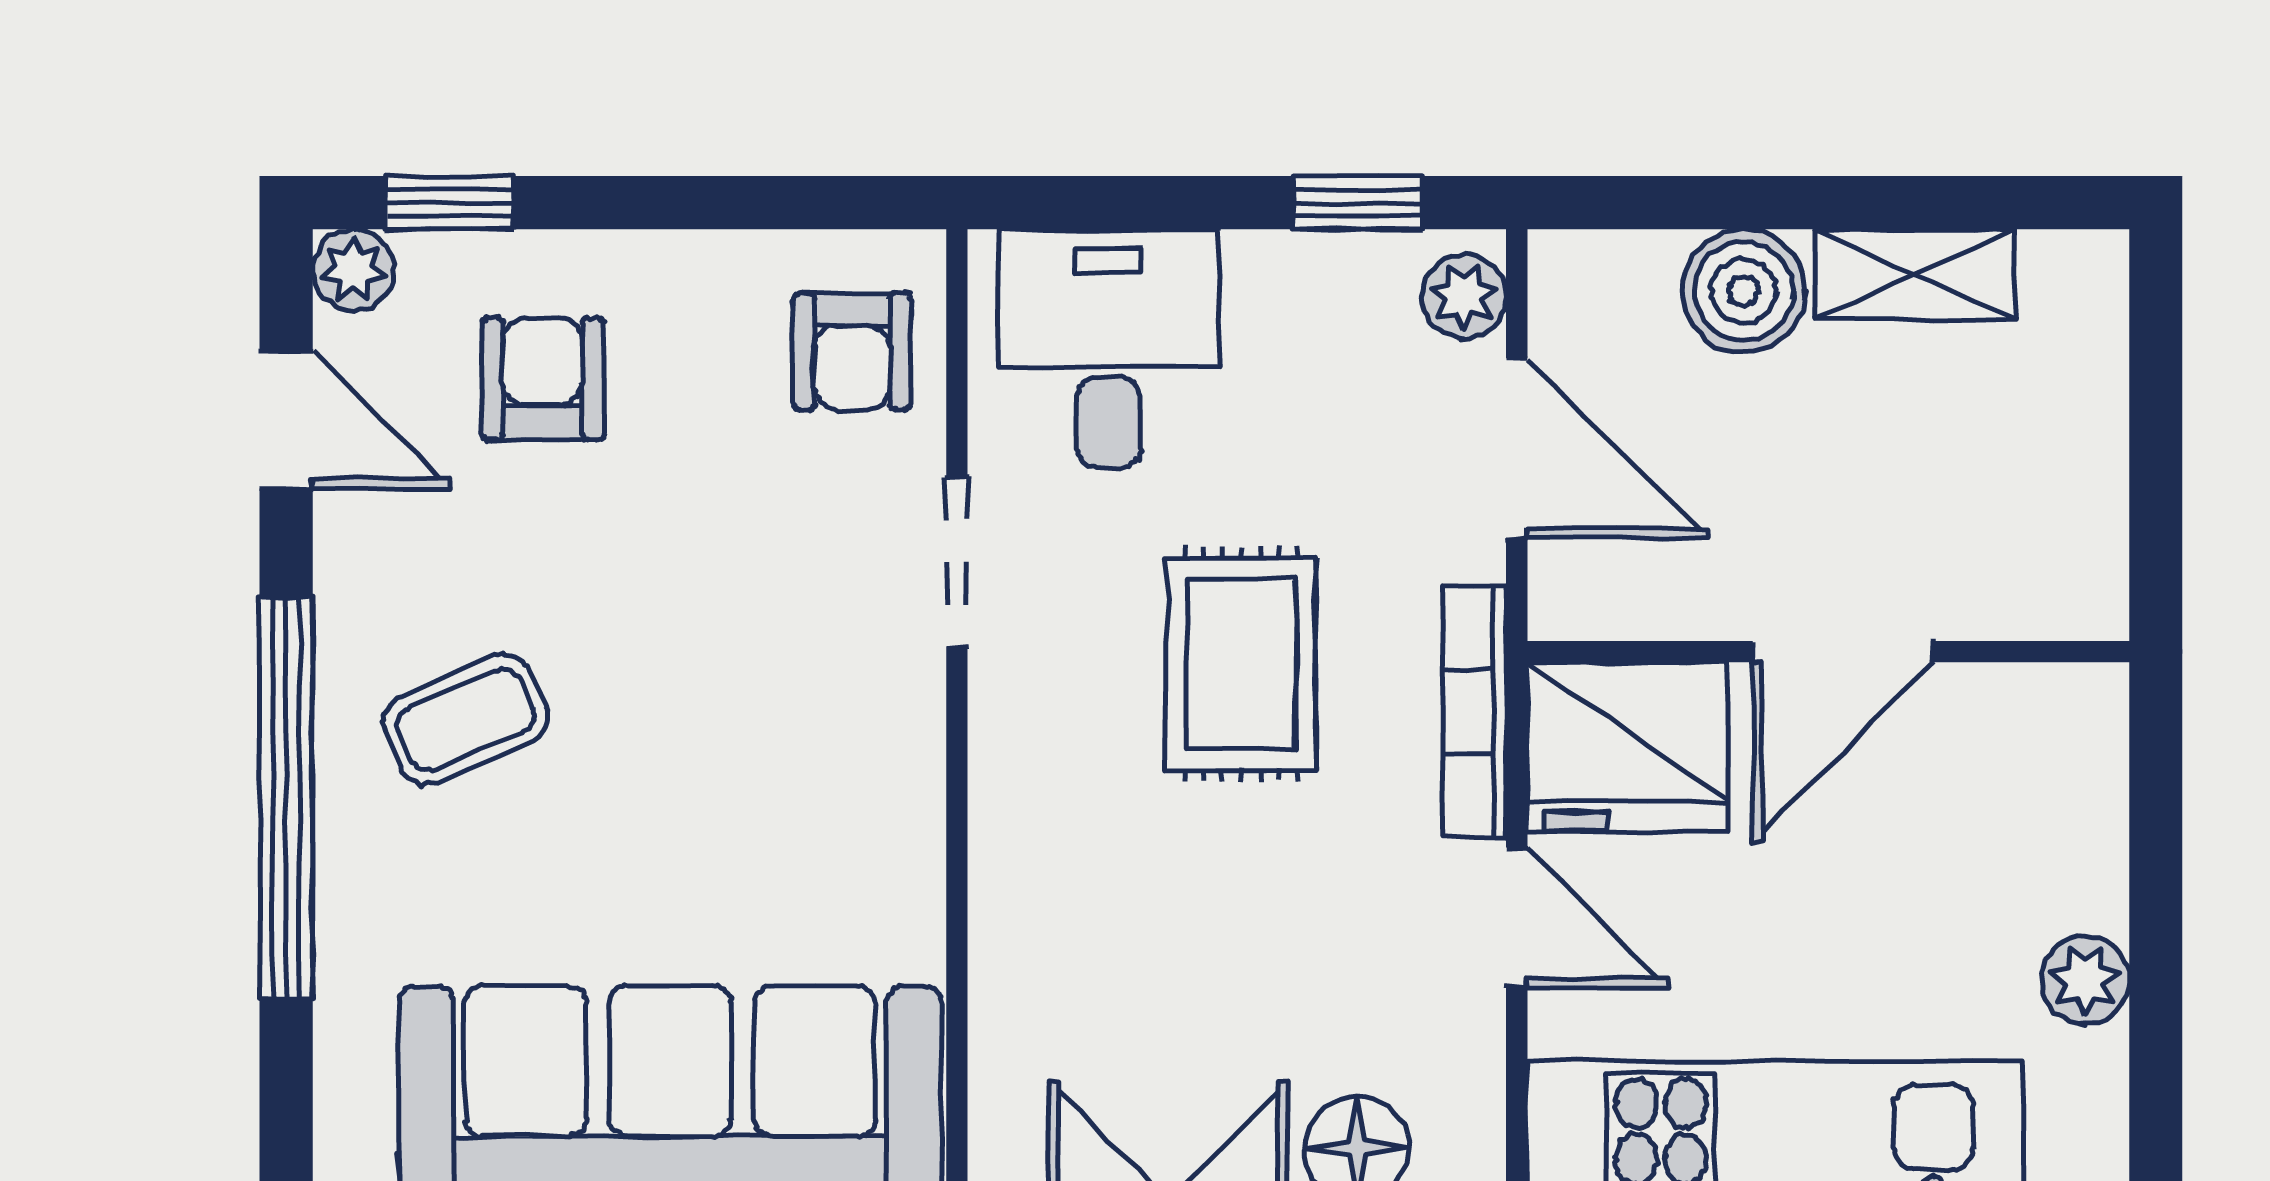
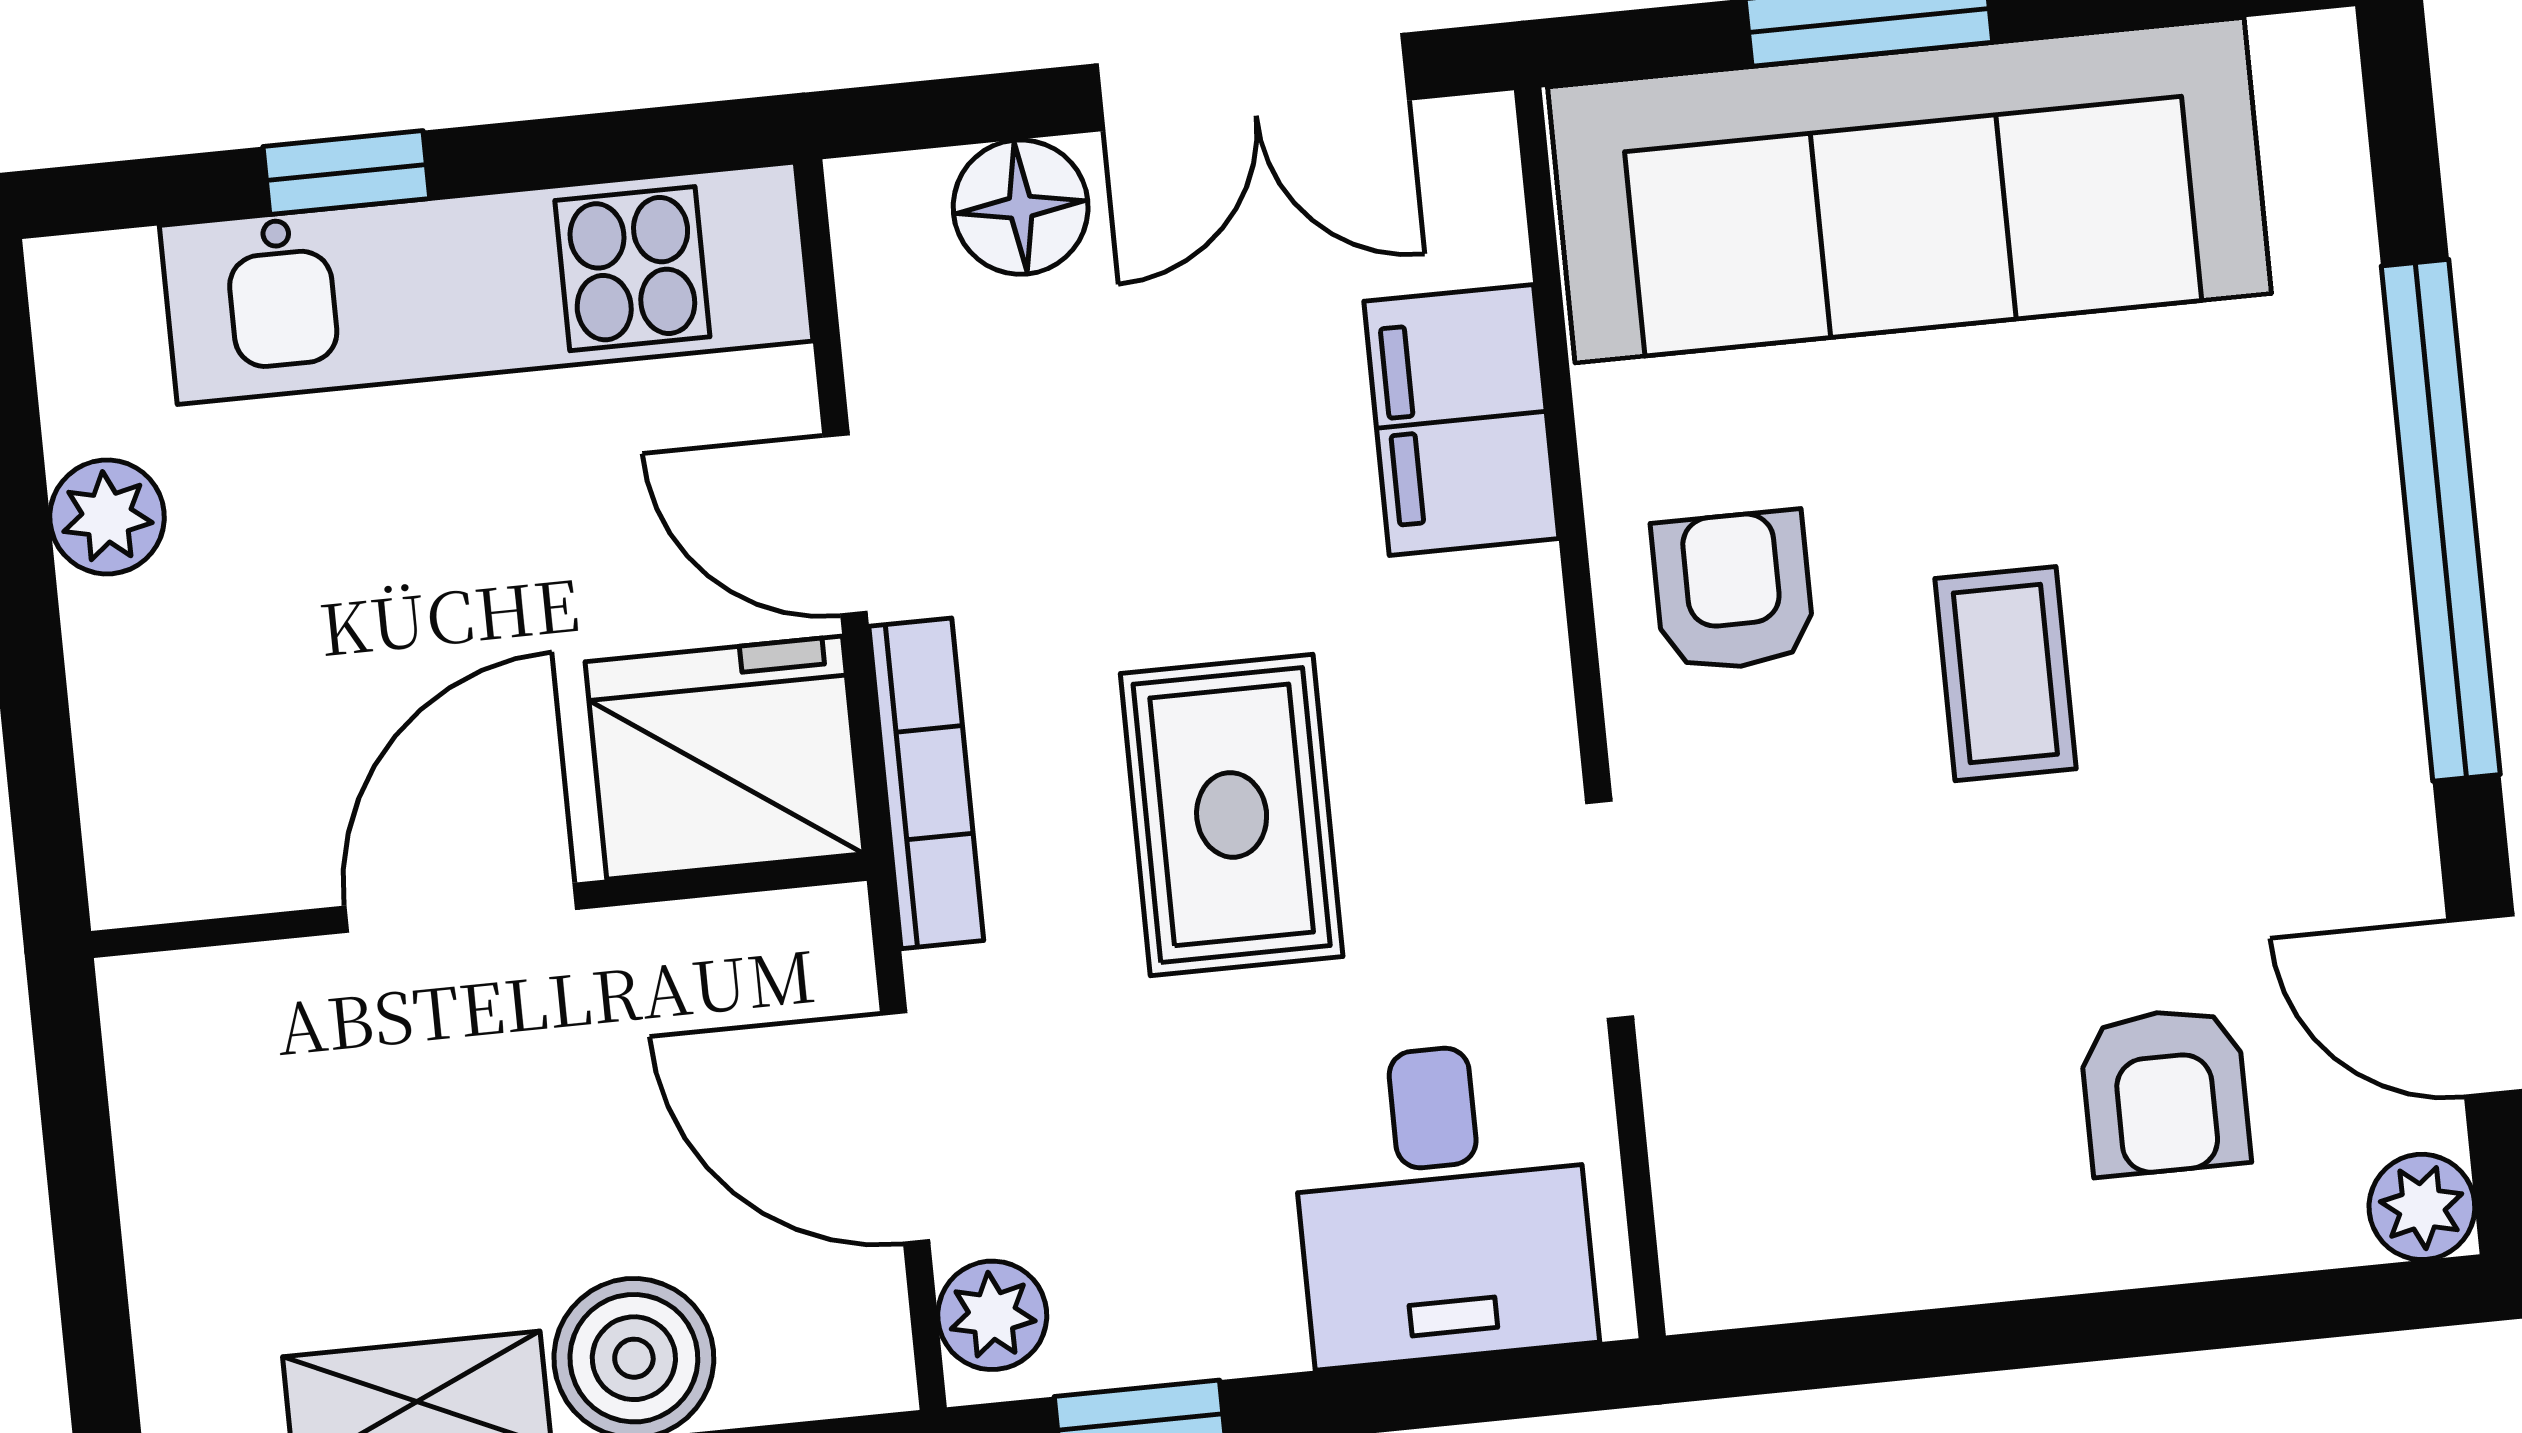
window: (450, 203) -> (2306, 1306), removed
armchair: (852, 351) -> (1733, 591), moved
coffee table: (466, 720) -> (2005, 674), moved, turned -67
filing cabinet: (1033, 951) -> (1461, 420), added

